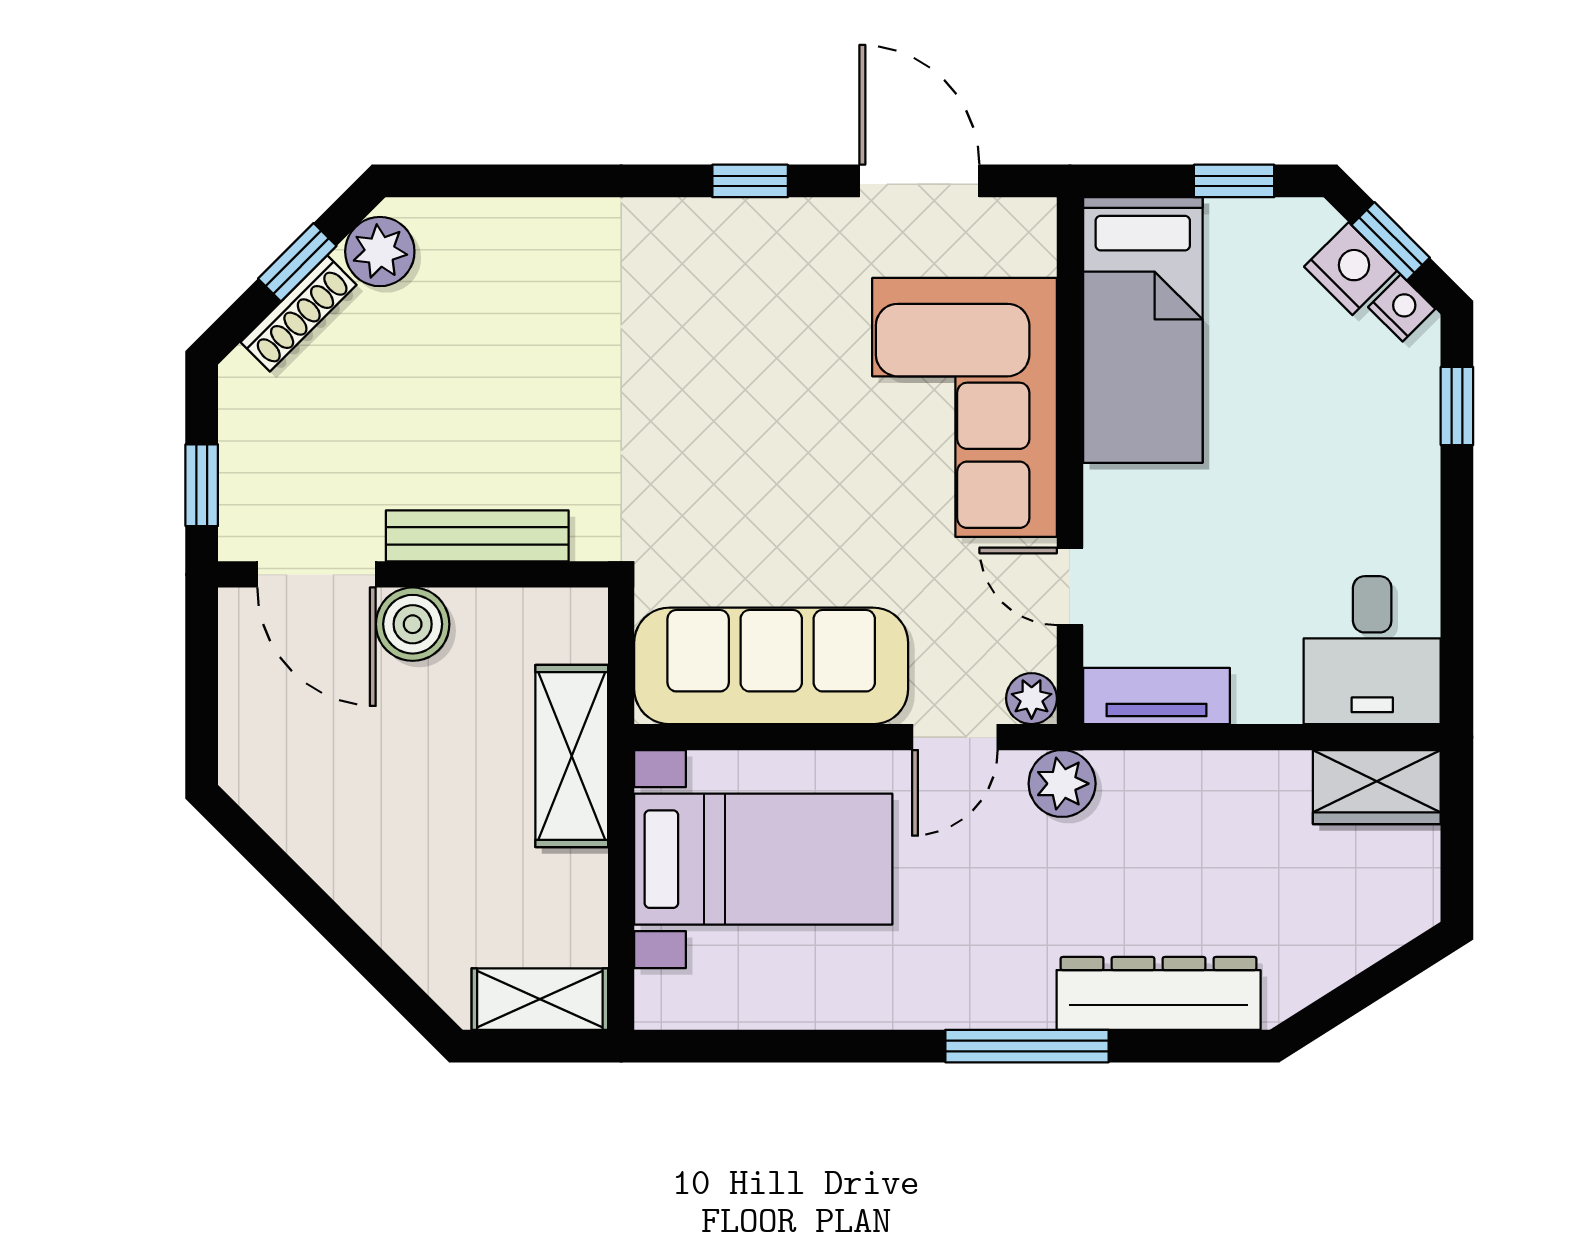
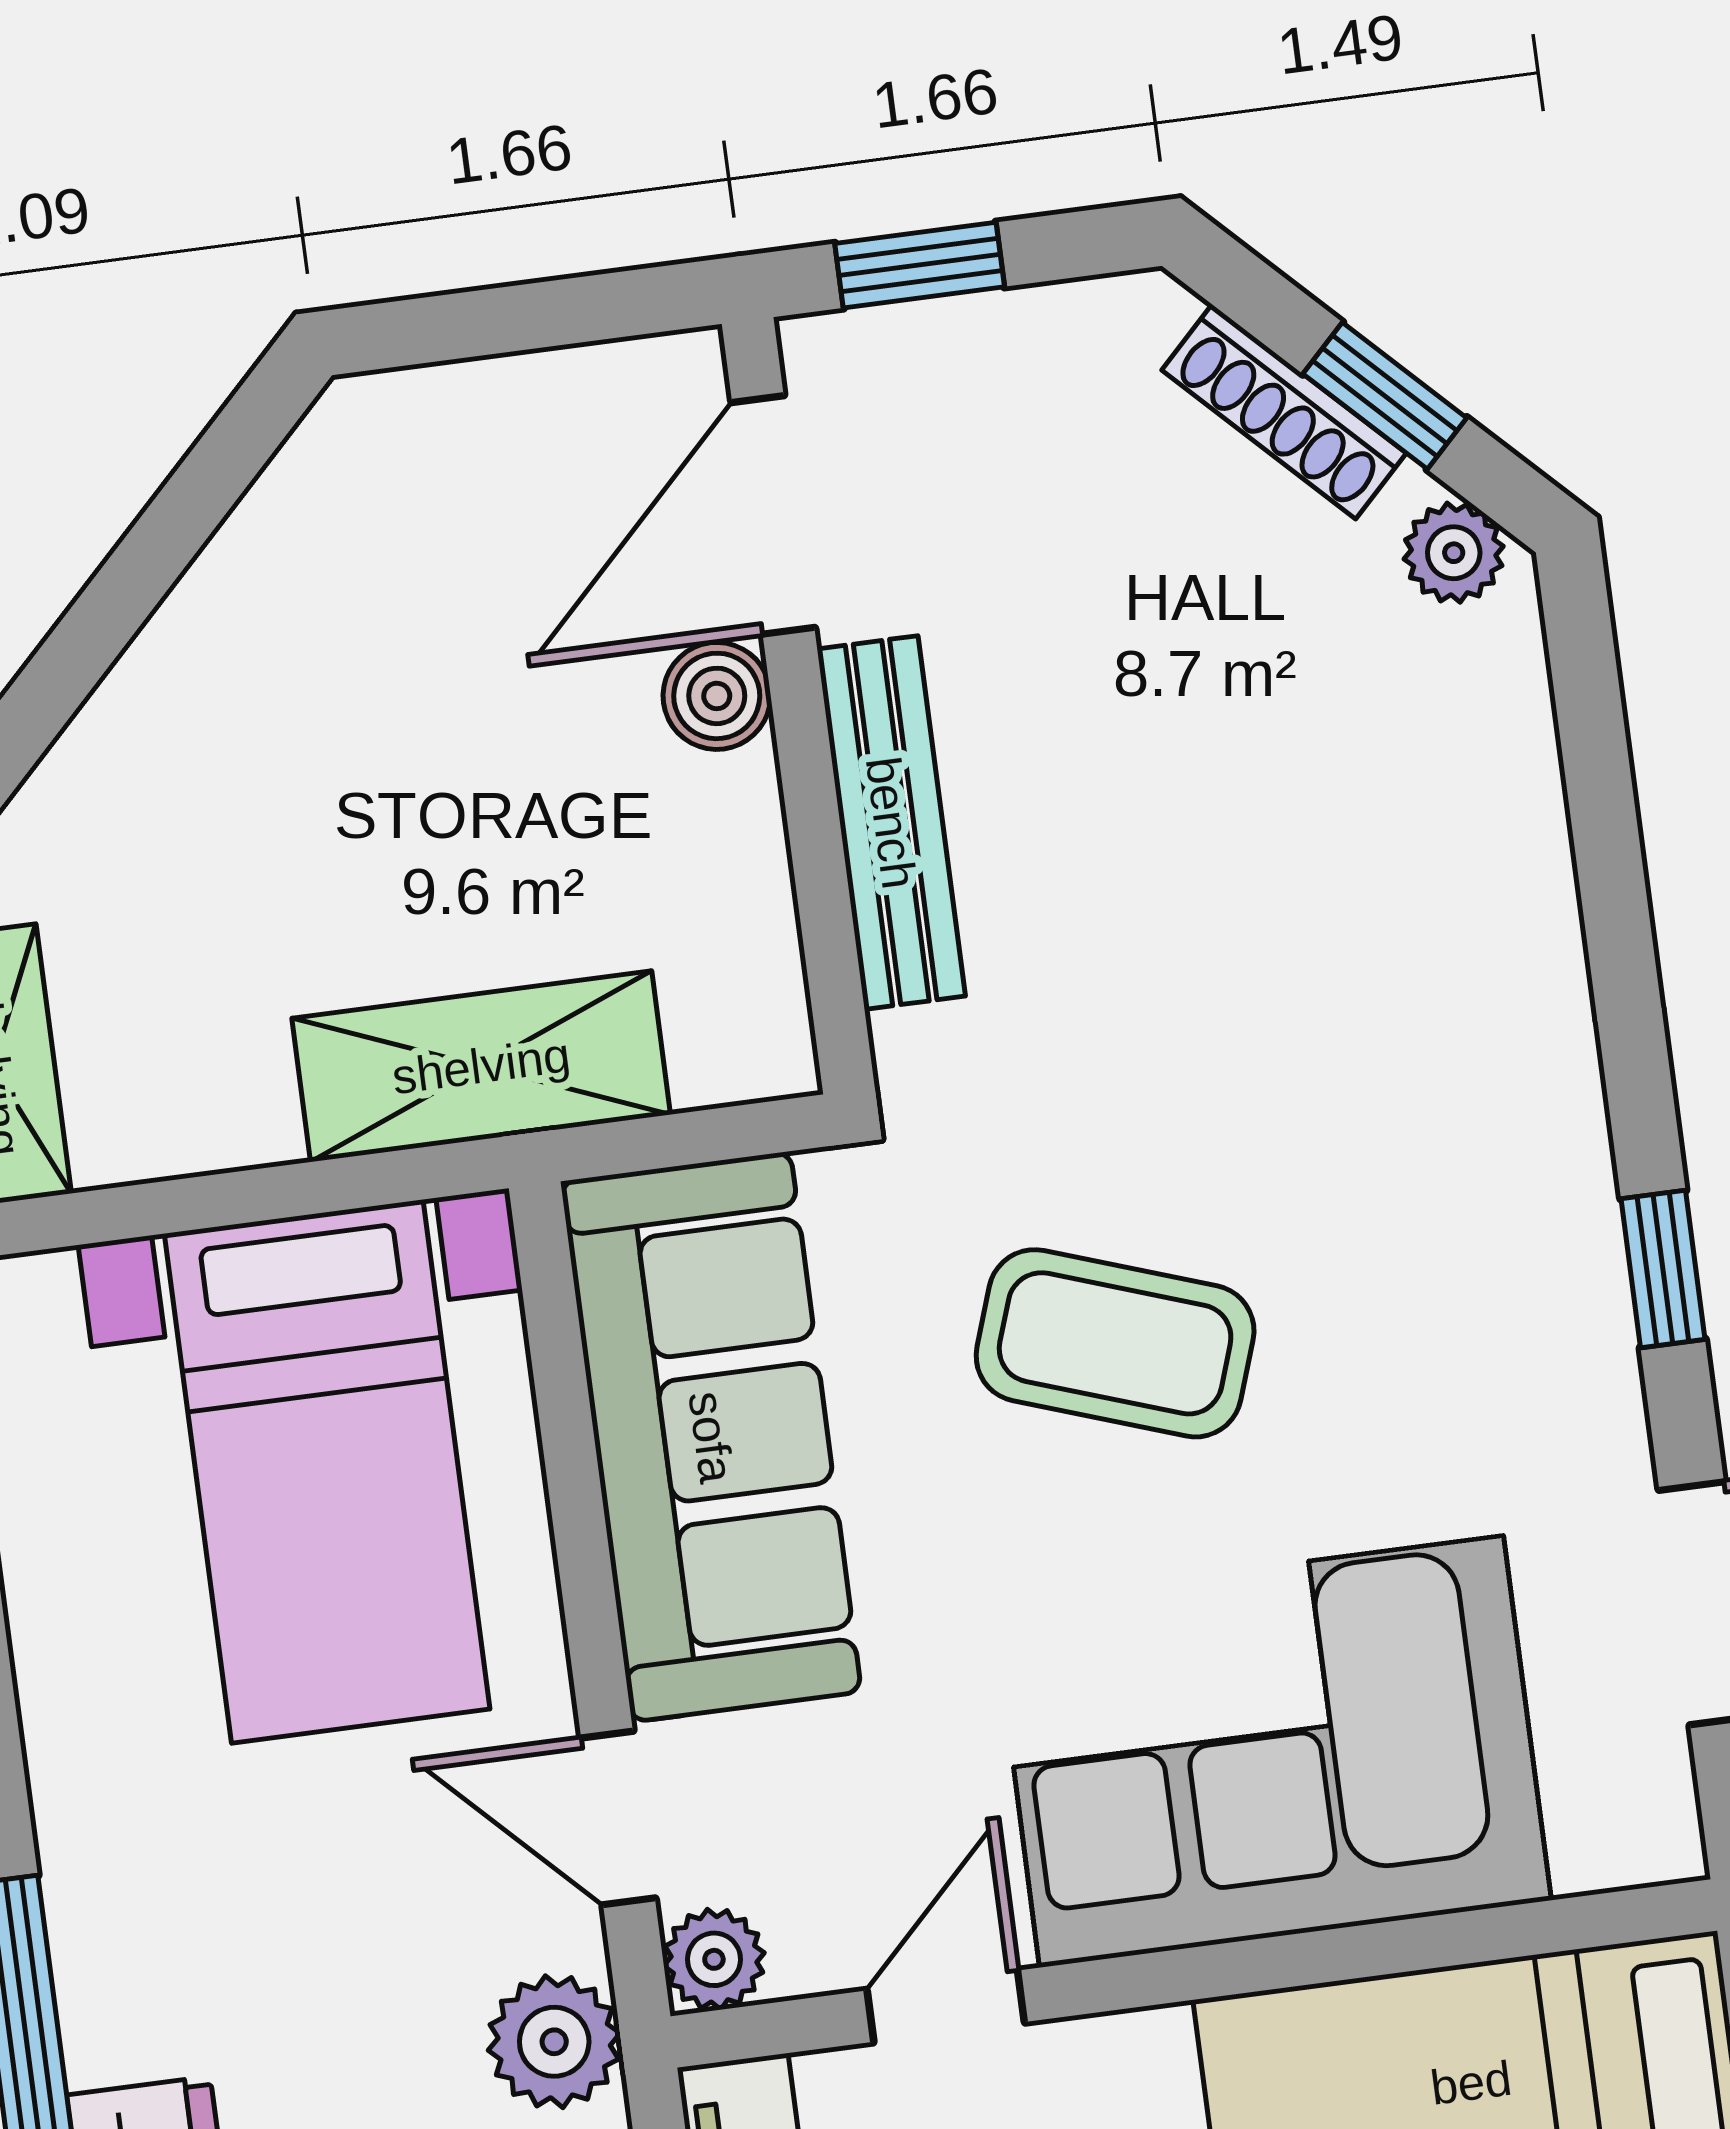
plant: (380, 252) -> (1454, 553), width x0.73, depth x0.73
coffee table: (751, 459) -> (1115, 1343), added
boiler: (413, 624) -> (717, 696), width x0.73, depth x0.73

